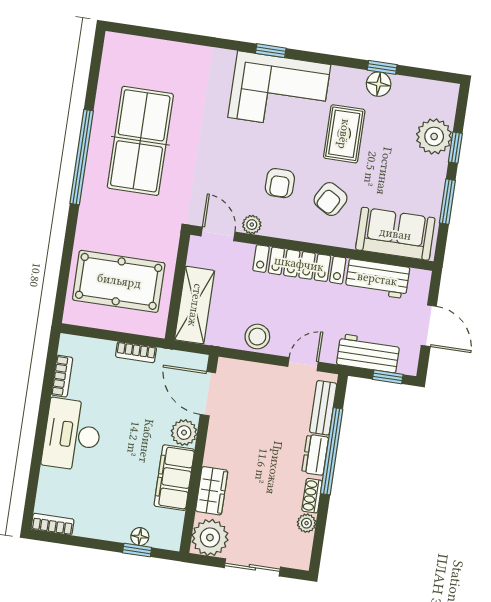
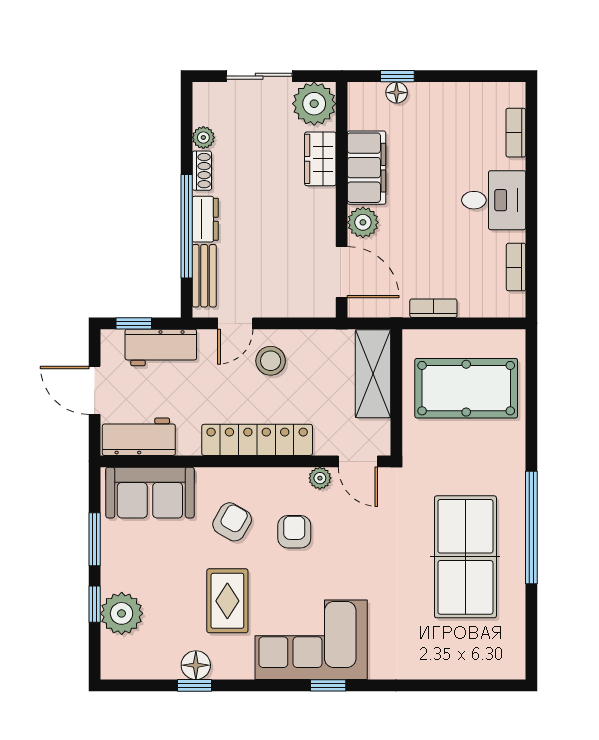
workbench: (377, 279) -> (139, 437), moved
stool: (257, 337) -> (271, 361), moved
desk: (72, 435) -> (494, 200), width x0.73
bookcase: (53, 524) -> (516, 133), moved, turned 90

